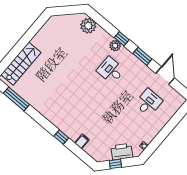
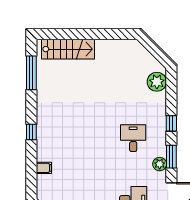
plant: (115, 46) -> (160, 164), moved
window: (61, 137) -> (31, 132), moved

